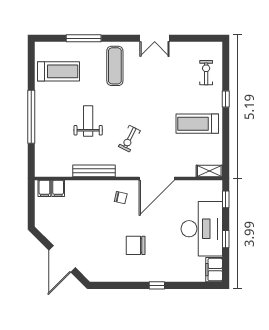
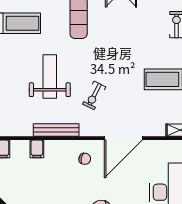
weight bench: (88, 121) -> (50, 77), width x1.36, depth x1.33
filing cabinet: (58, 188) -> (37, 149), moved

